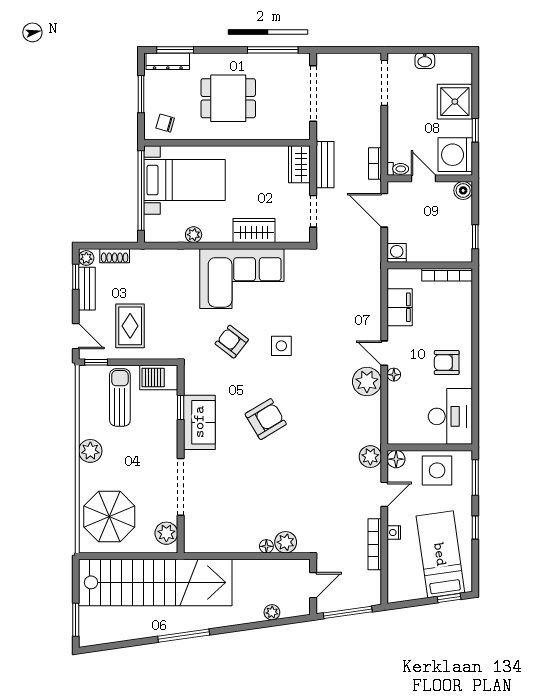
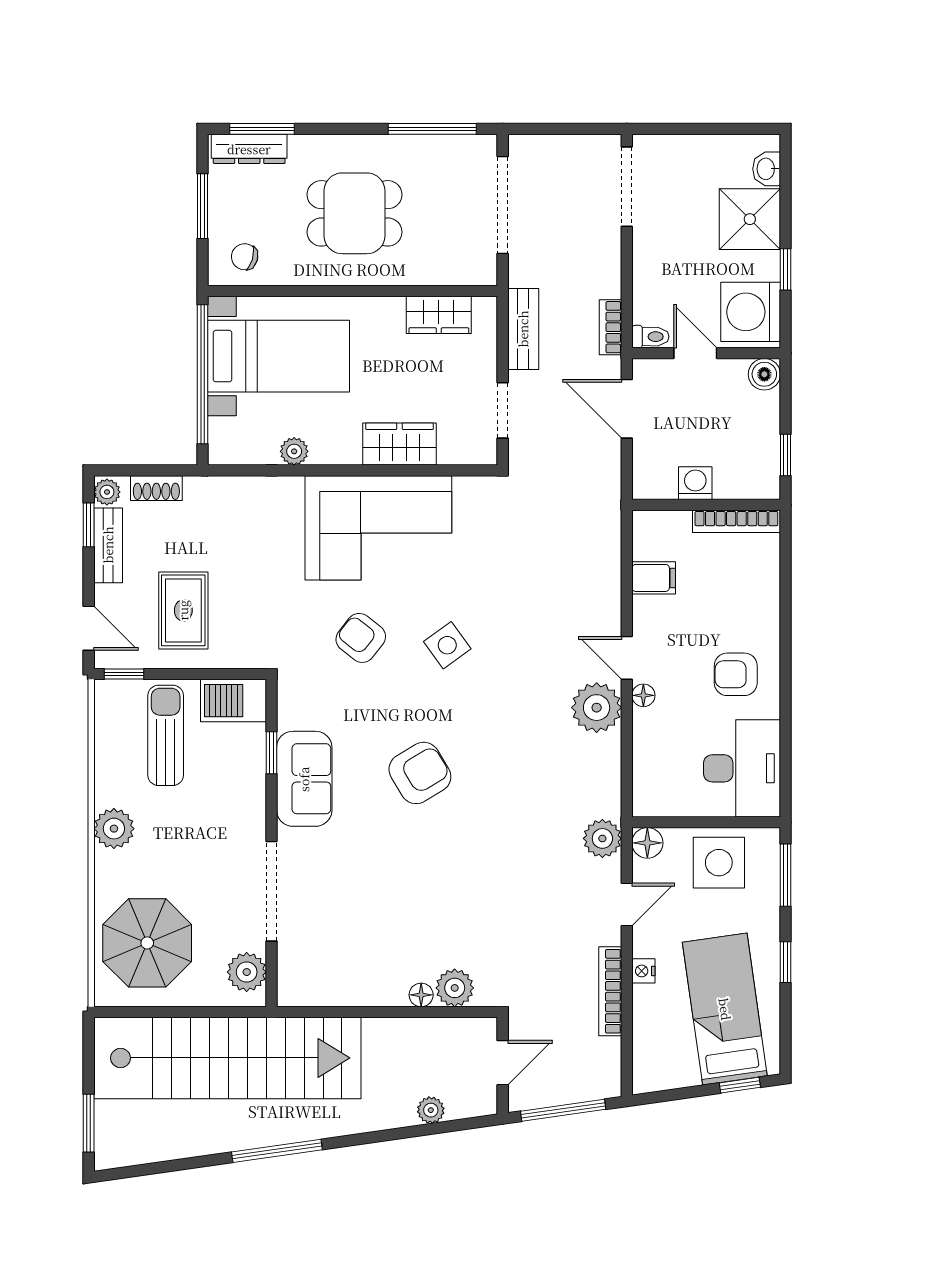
washbasin: (425, 61) -> (767, 169), moved, turned 90
wardrobe: (299, 164) -> (439, 315), moved, turned -90
washing machine: (397, 253) -> (695, 483), moved
filing cabinet: (400, 307) -> (654, 578), width x0.50
side table: (281, 346) -> (447, 645), turned -36

